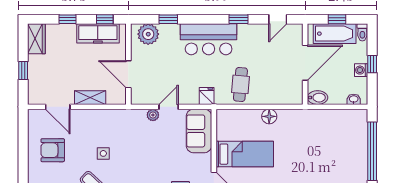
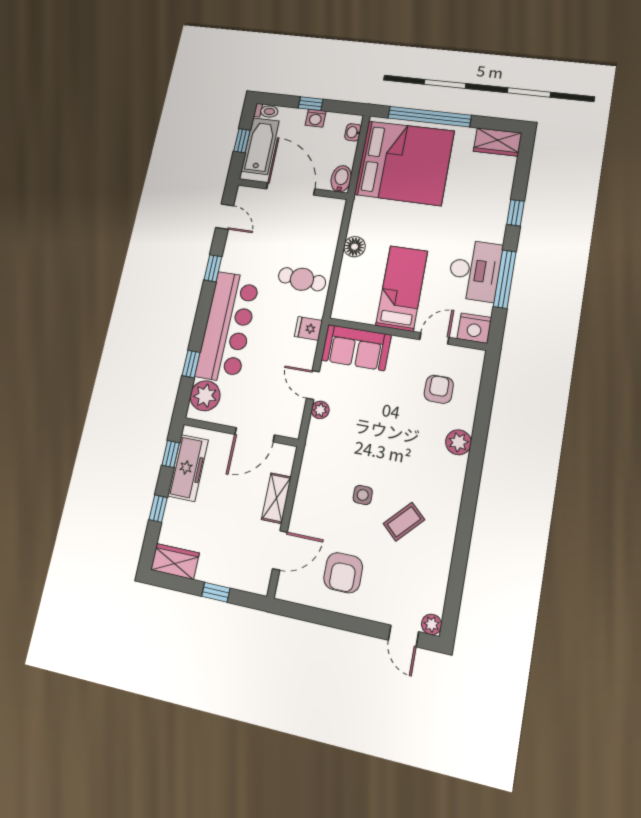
bar counter: (209, 39) -> (228, 327), width x1.36
bed: (335, 140) -> (404, 163), added

